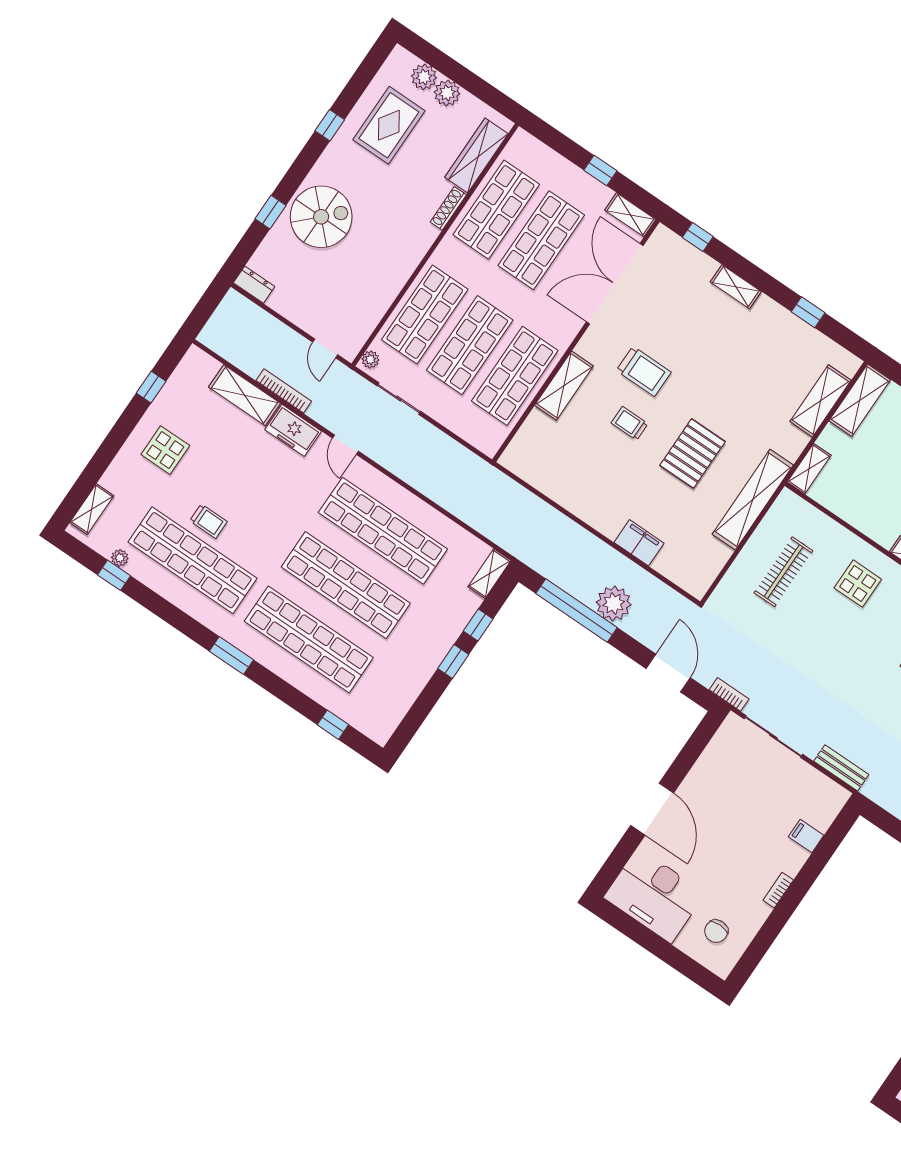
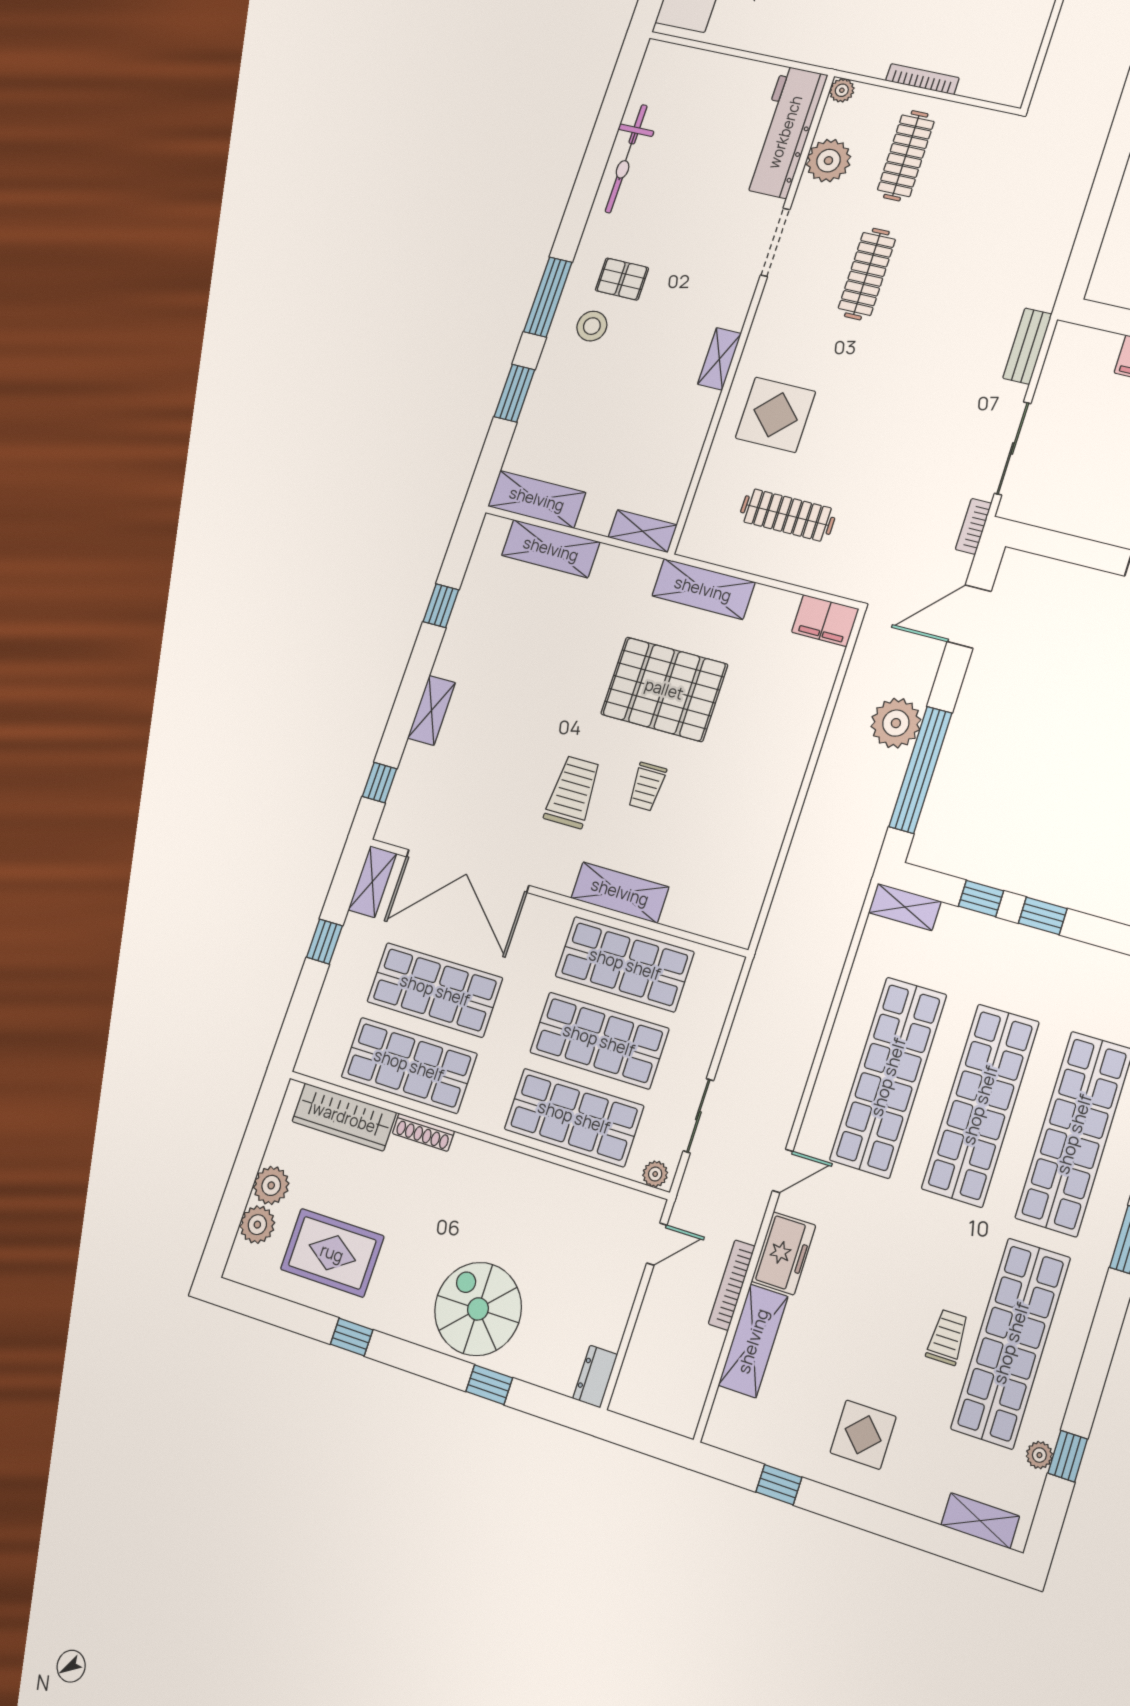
pallet: (692, 453) -> (664, 689), width x1.37, depth x1.41
shelving: (753, 500) -> (703, 589), width x0.68
filing cabinet: (639, 543) -> (825, 621), moved, turned -90
display table: (858, 584) -> (775, 415), width x1.36, depth x1.36

